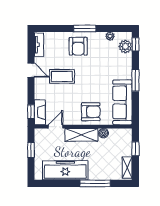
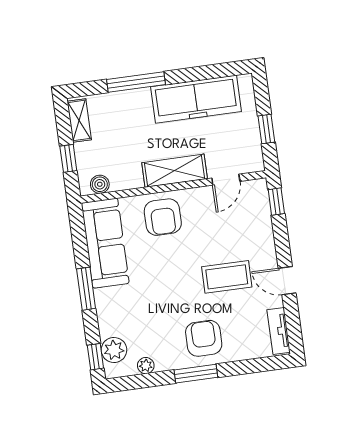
fireplace: (40, 112) -> (259, 203), removed
armchair: (91, 112) -> (163, 217), turned -90
boiler: (104, 133) -> (100, 184), moved

